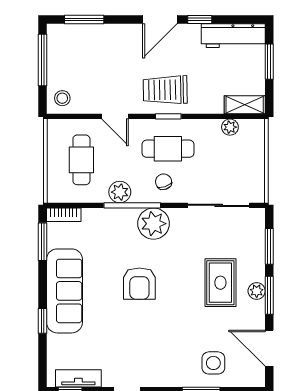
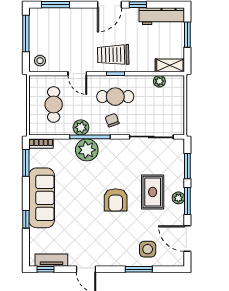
plant: (154, 224) -> (87, 150), moved
armchair: (139, 284) -> (116, 200), moved

